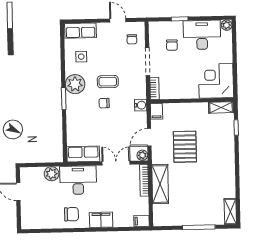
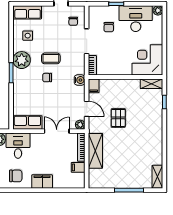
door: (149, 137) -> (87, 109), swing flipped
pallet: (185, 147) -> (118, 118), width x0.67, depth x0.71
desk: (78, 180) -> (18, 146), width x0.73
filing cabinet: (142, 221) -> (78, 167), moved

